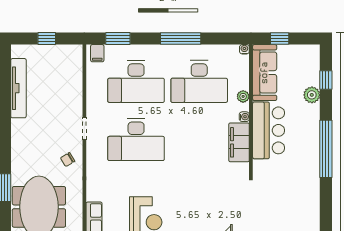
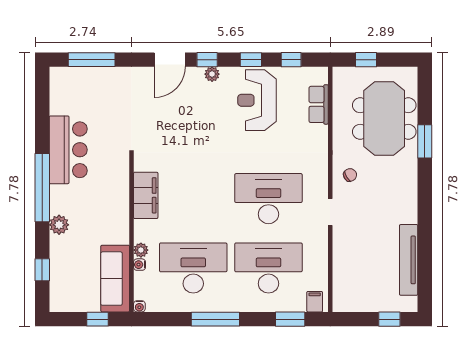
window: (47, 39) -> (389, 319), moved
plant: (312, 95) -> (59, 225), moved
water cooler: (244, 117) -> (140, 265), moved
bar counter: (269, 130) -> (68, 150), moved, turned 180

